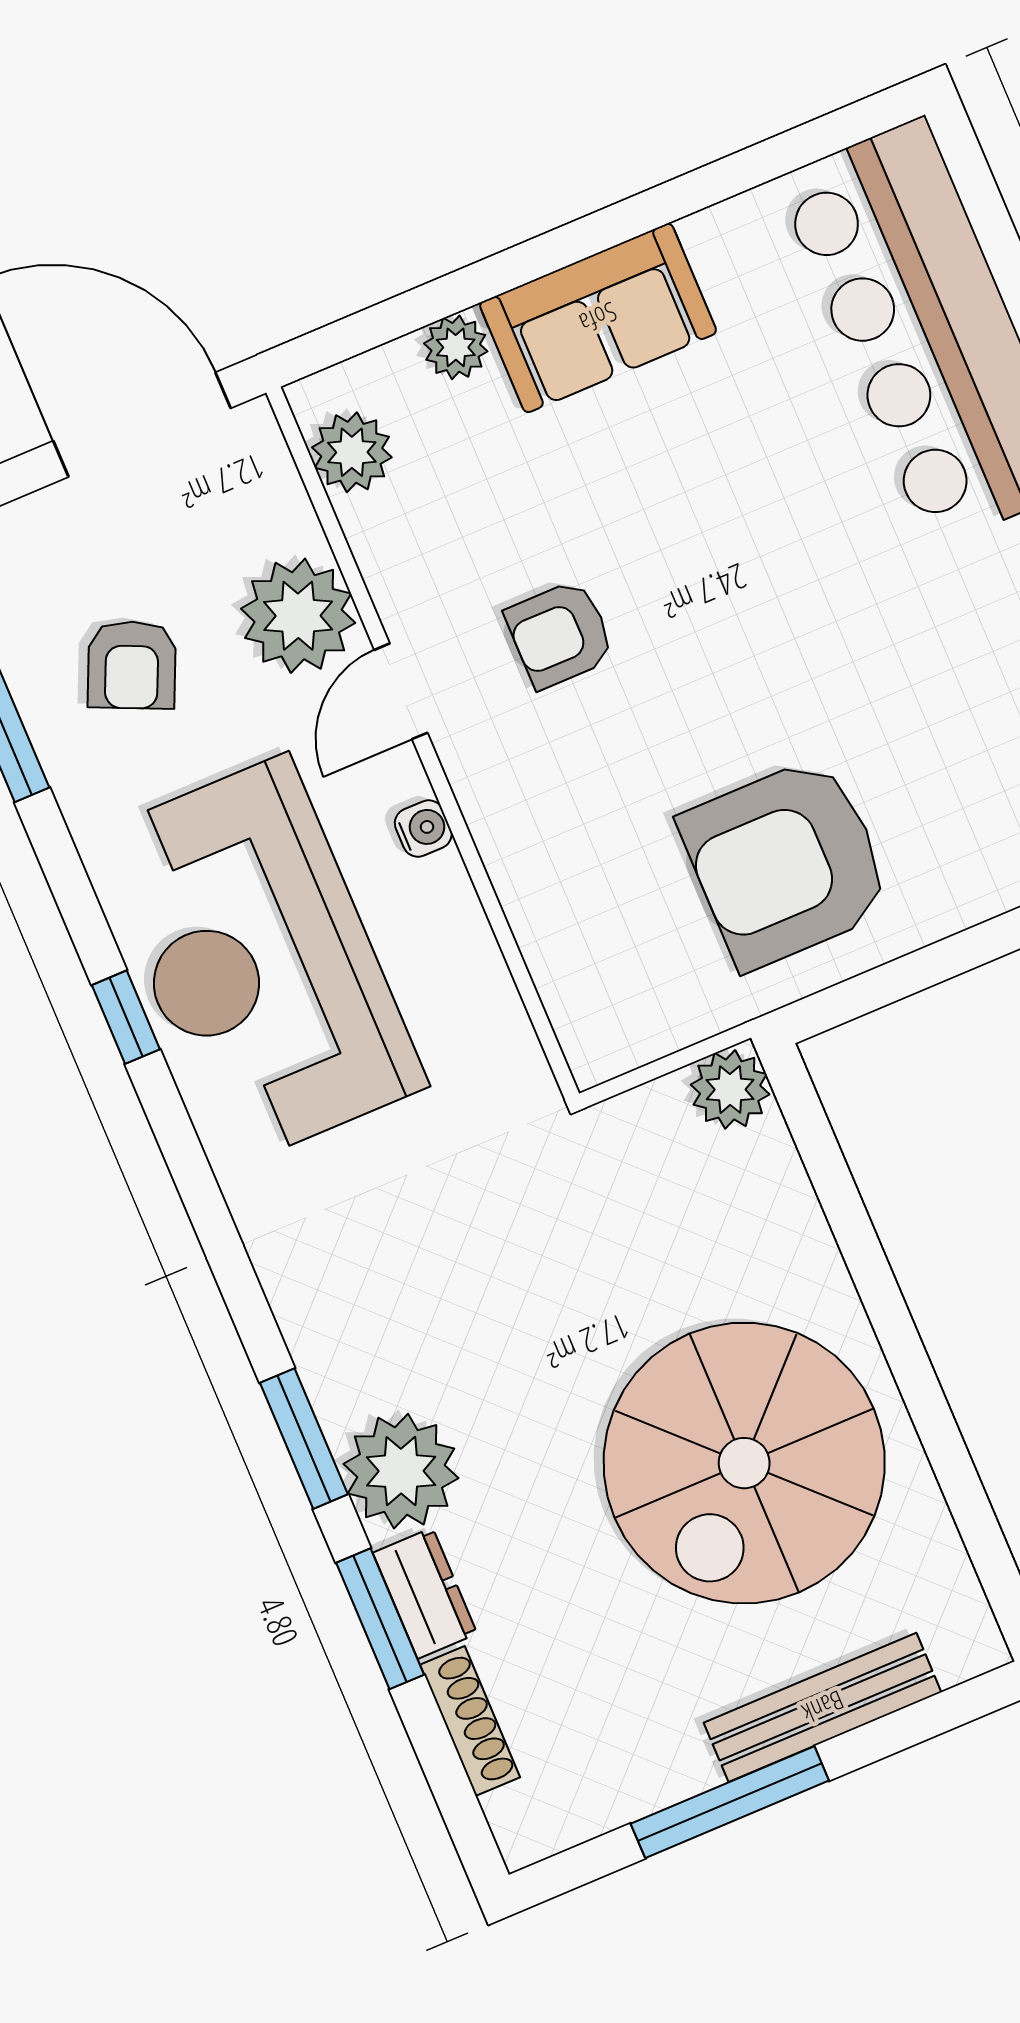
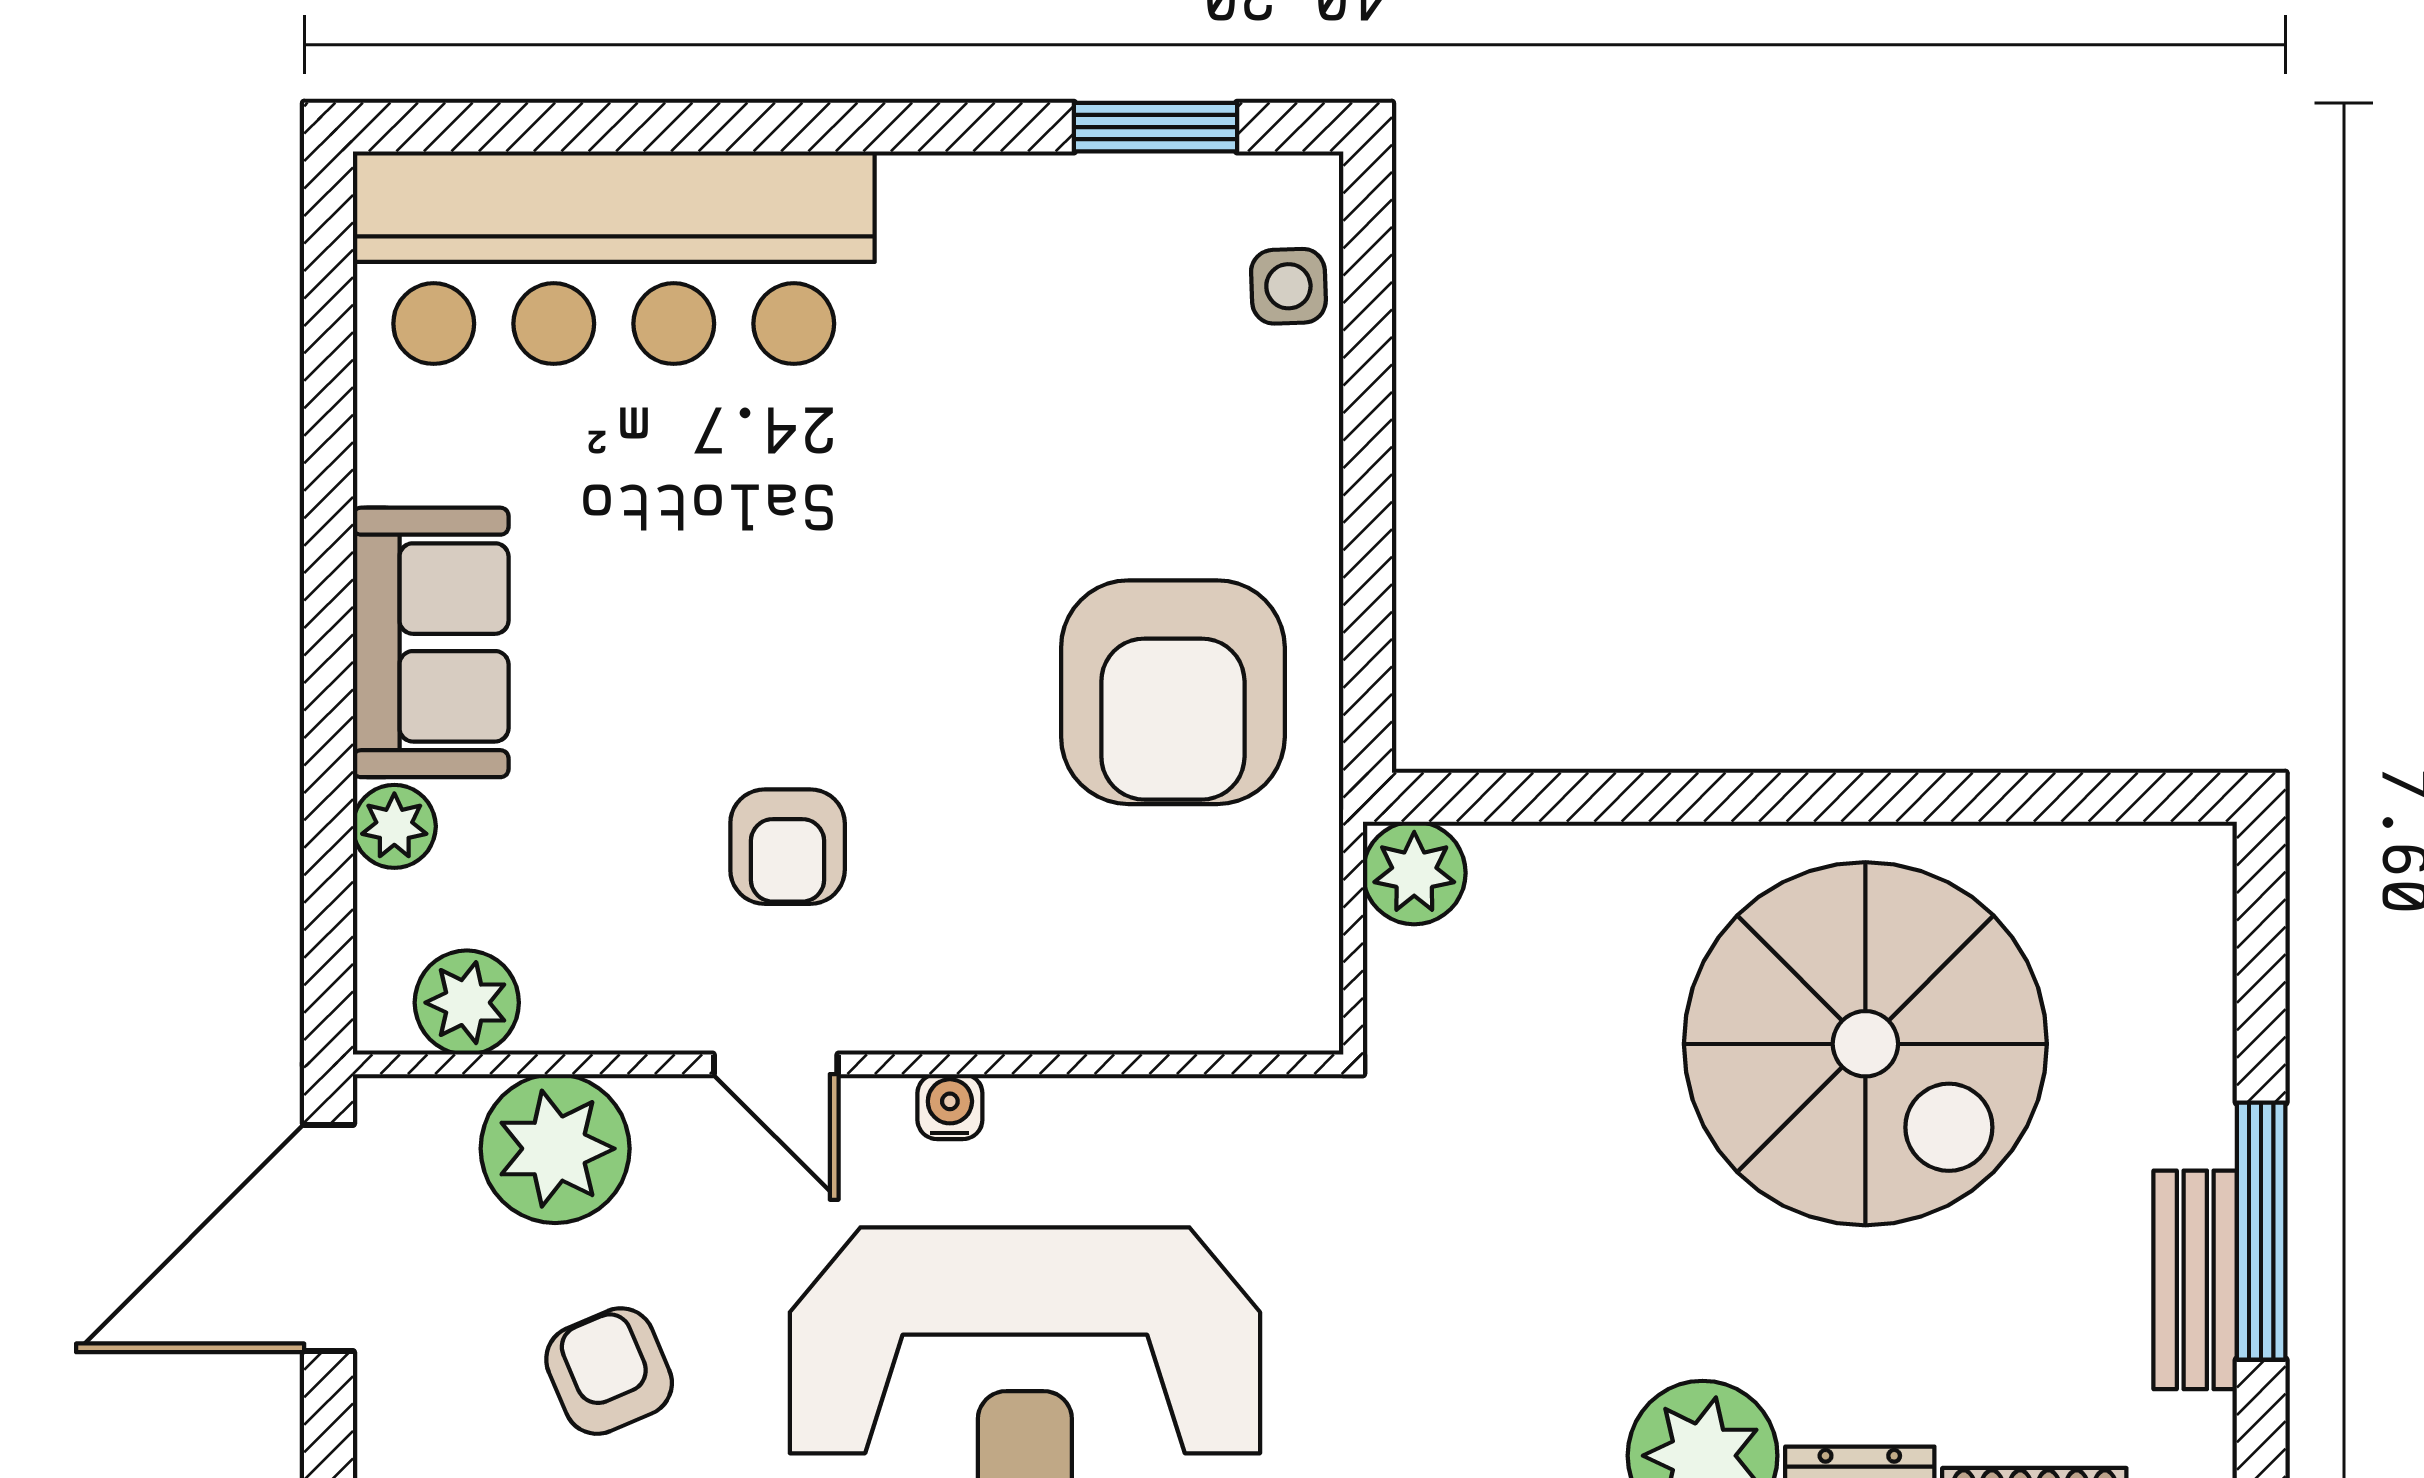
plant: (298, 616) -> (555, 1149), moved
armchair: (132, 665) -> (609, 1371), turned -137
bench: (823, 1707) -> (2195, 1280), moved, width x0.73

